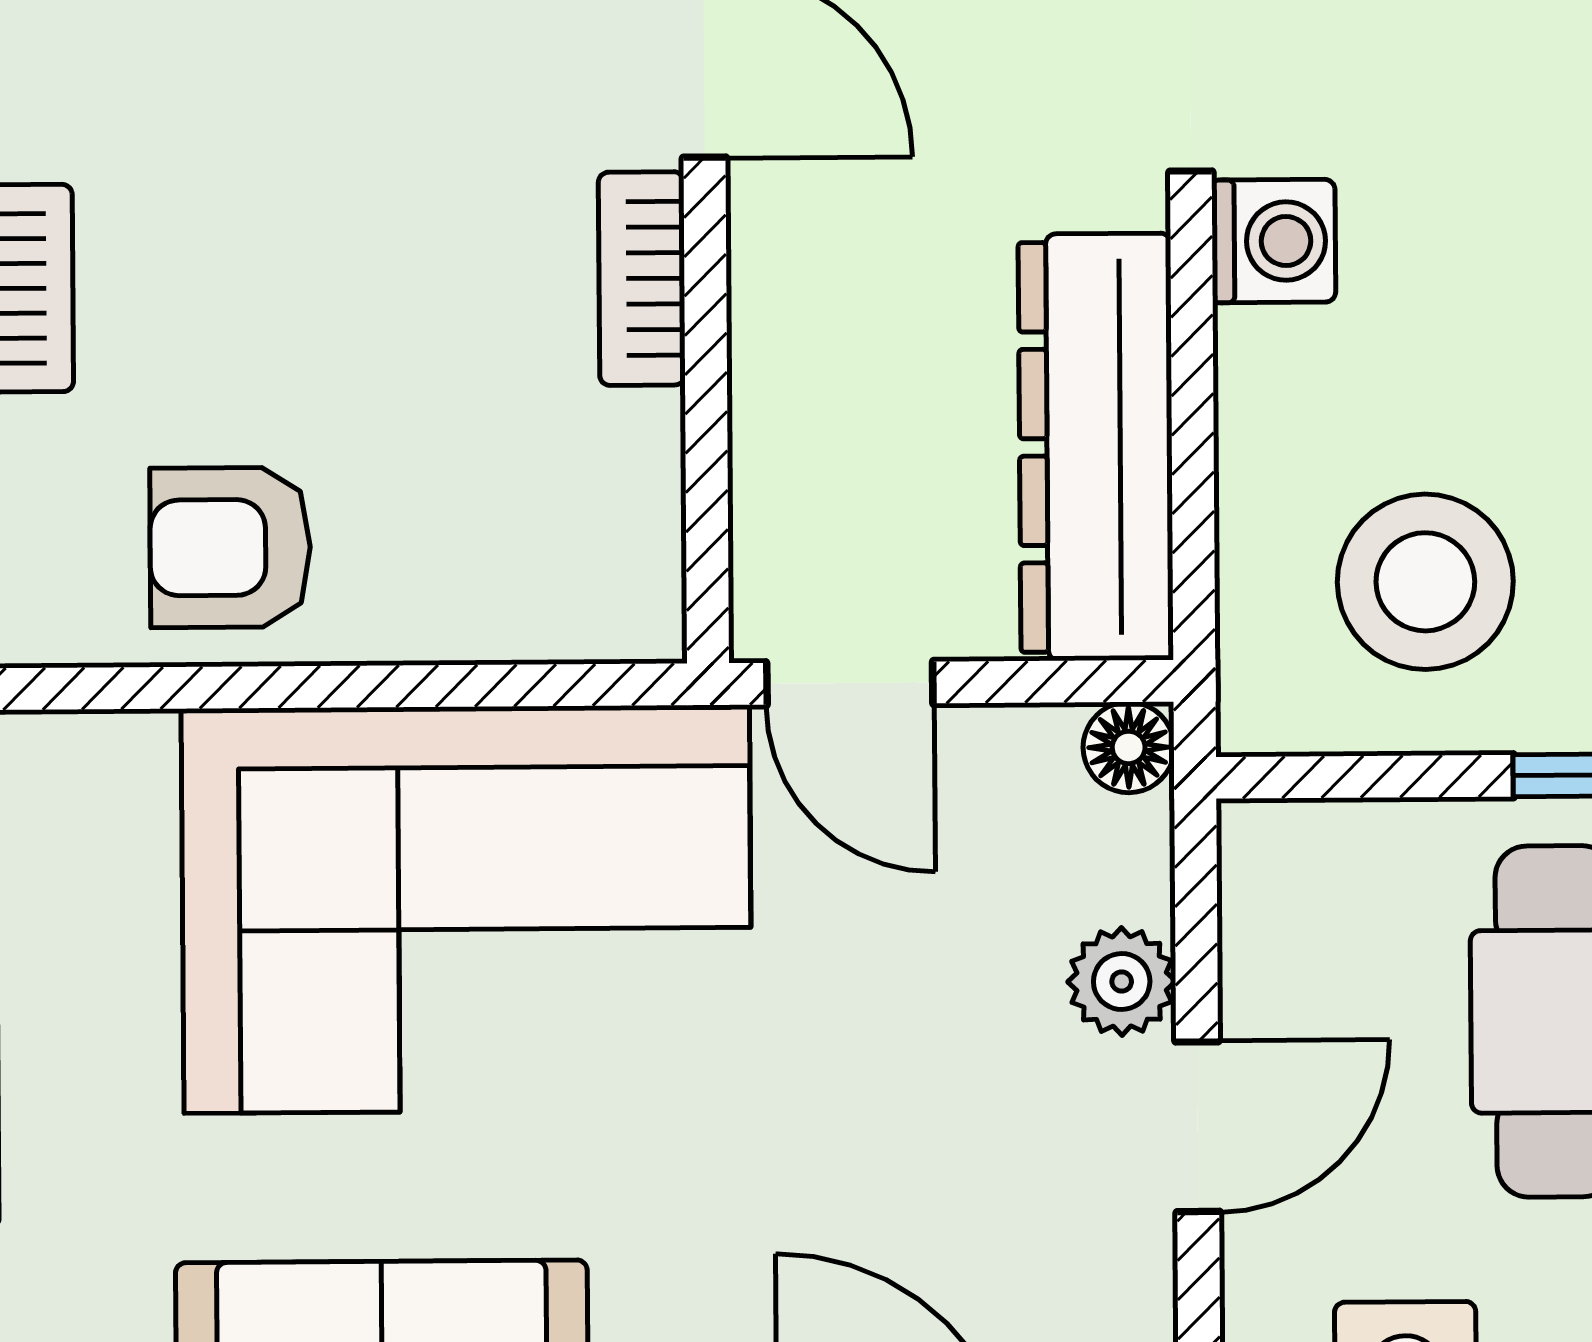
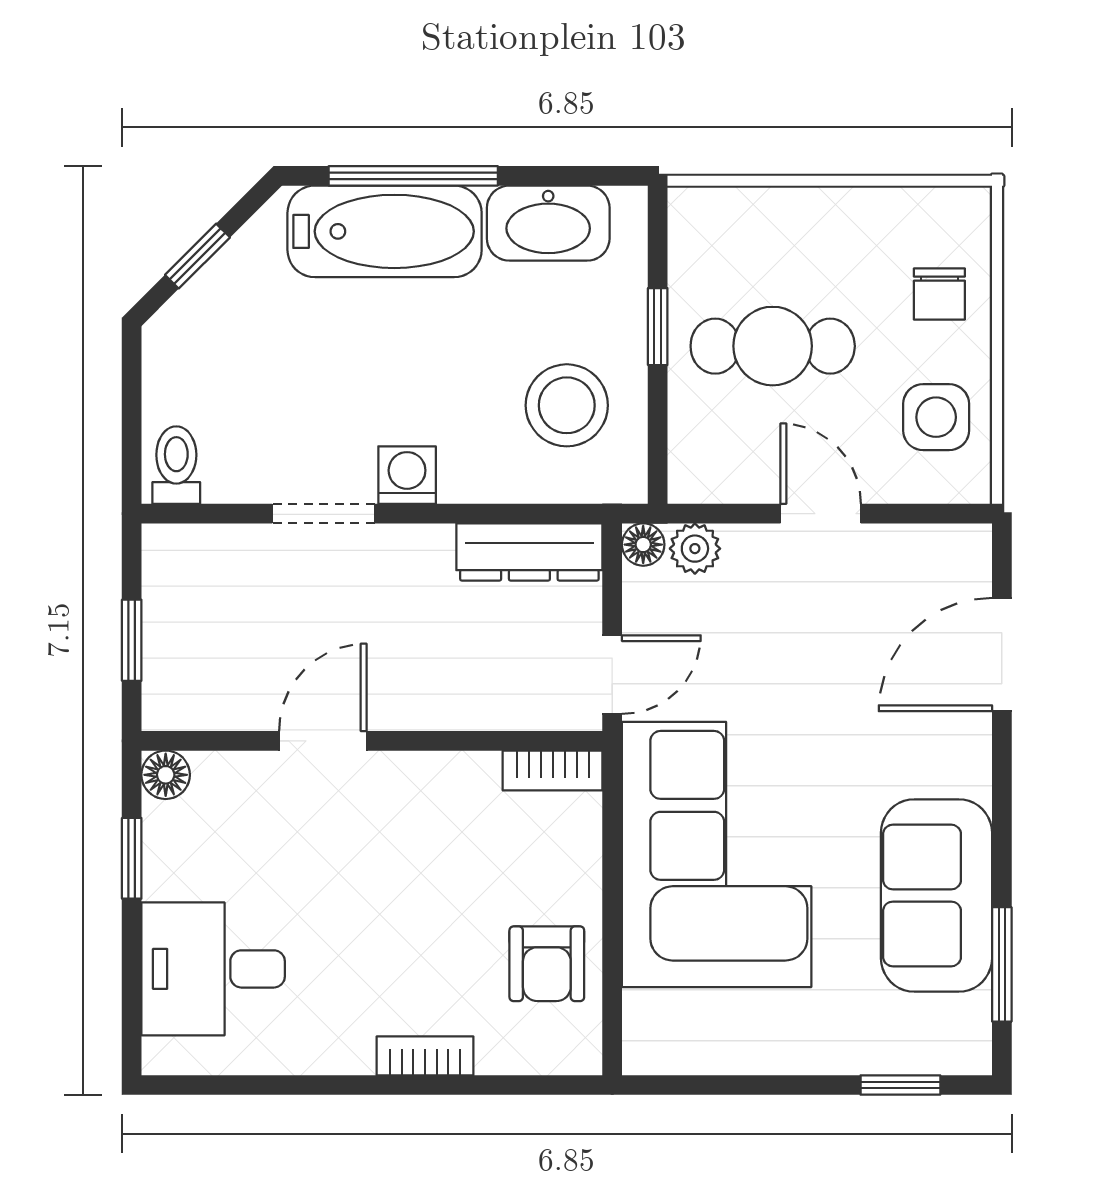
bookcase: (642, 279) -> (553, 771), moved
dresser: (1096, 447) -> (529, 552), width x0.73, depth x0.80
plant: (1122, 982) -> (695, 549), moved

